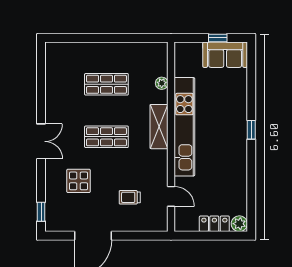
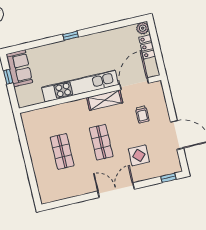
plant: (162, 83) -> (52, 110), removed
shelving: (159, 127) -> (105, 100), moved
double door: (41, 141) -> (116, 190), width x1.37
door: (171, 196) -> (134, 84), width x1.87

